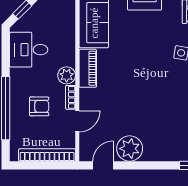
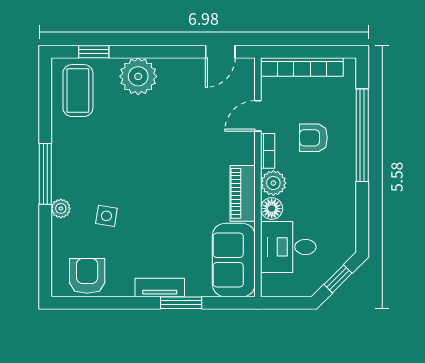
desk: (29, 50) -> (288, 247), moved, turned 180
floor lamp: (68, 58) -> (272, 209), added
plant: (130, 149) -> (138, 76), moved

